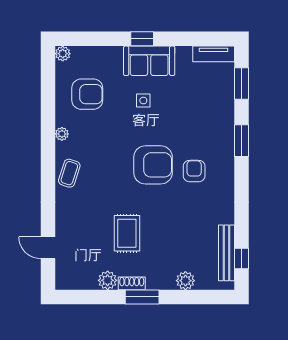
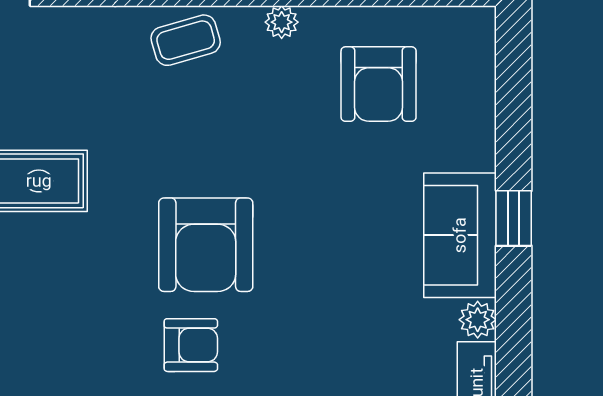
plant: (63, 54) -> (478, 320), moved
side table: (143, 101) -> (363, 221), removed
coffee table: (69, 173) -> (186, 40), turned -34

